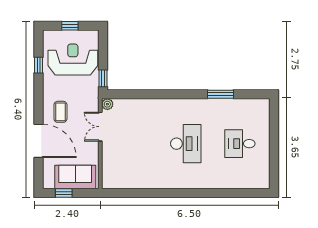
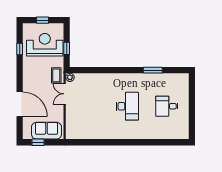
window: (103, 78) -> (67, 48), moved
coffee table: (60, 112) -> (56, 75), moved

